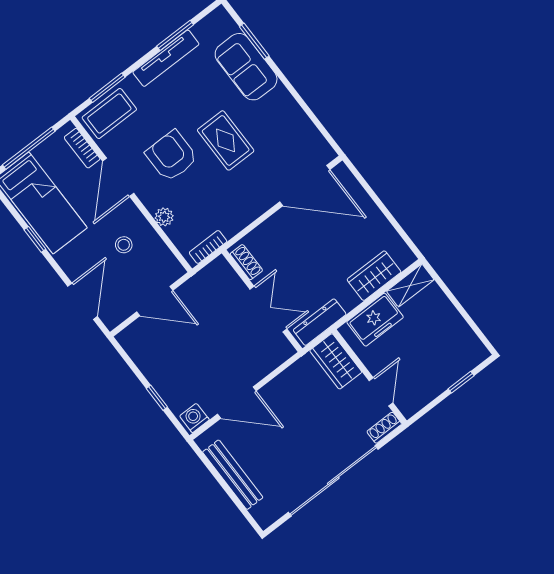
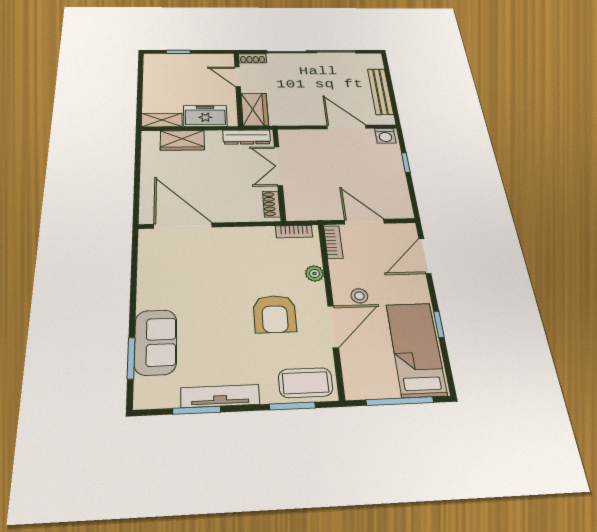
rug: (226, 140) -> (220, 297), removed
bookcase: (82, 148) -> (333, 242), moved
stool: (124, 245) -> (359, 296), moved
door: (381, 392) -> (238, 77), hinge flipped

